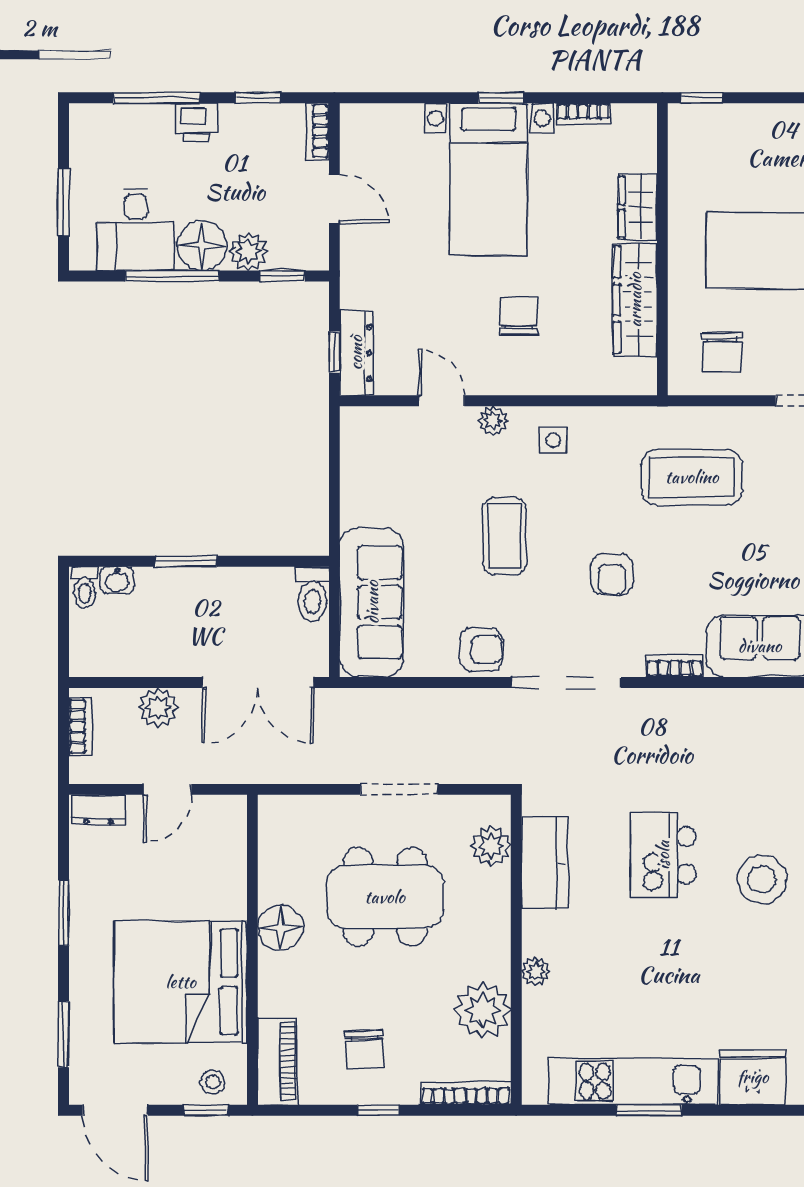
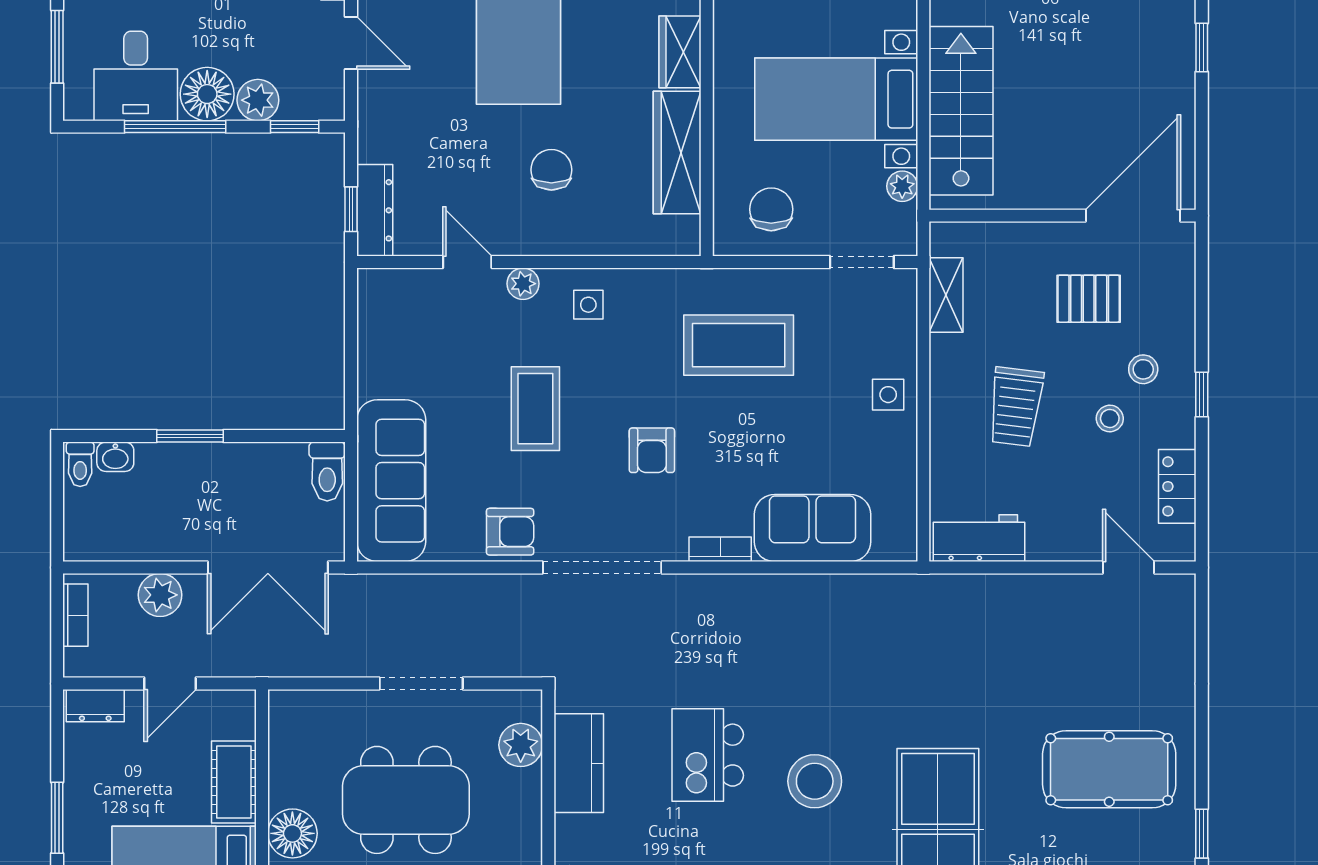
chair: (722, 352) -> (771, 209), turned 180
cot: (226, 880) -> (234, 782), added

